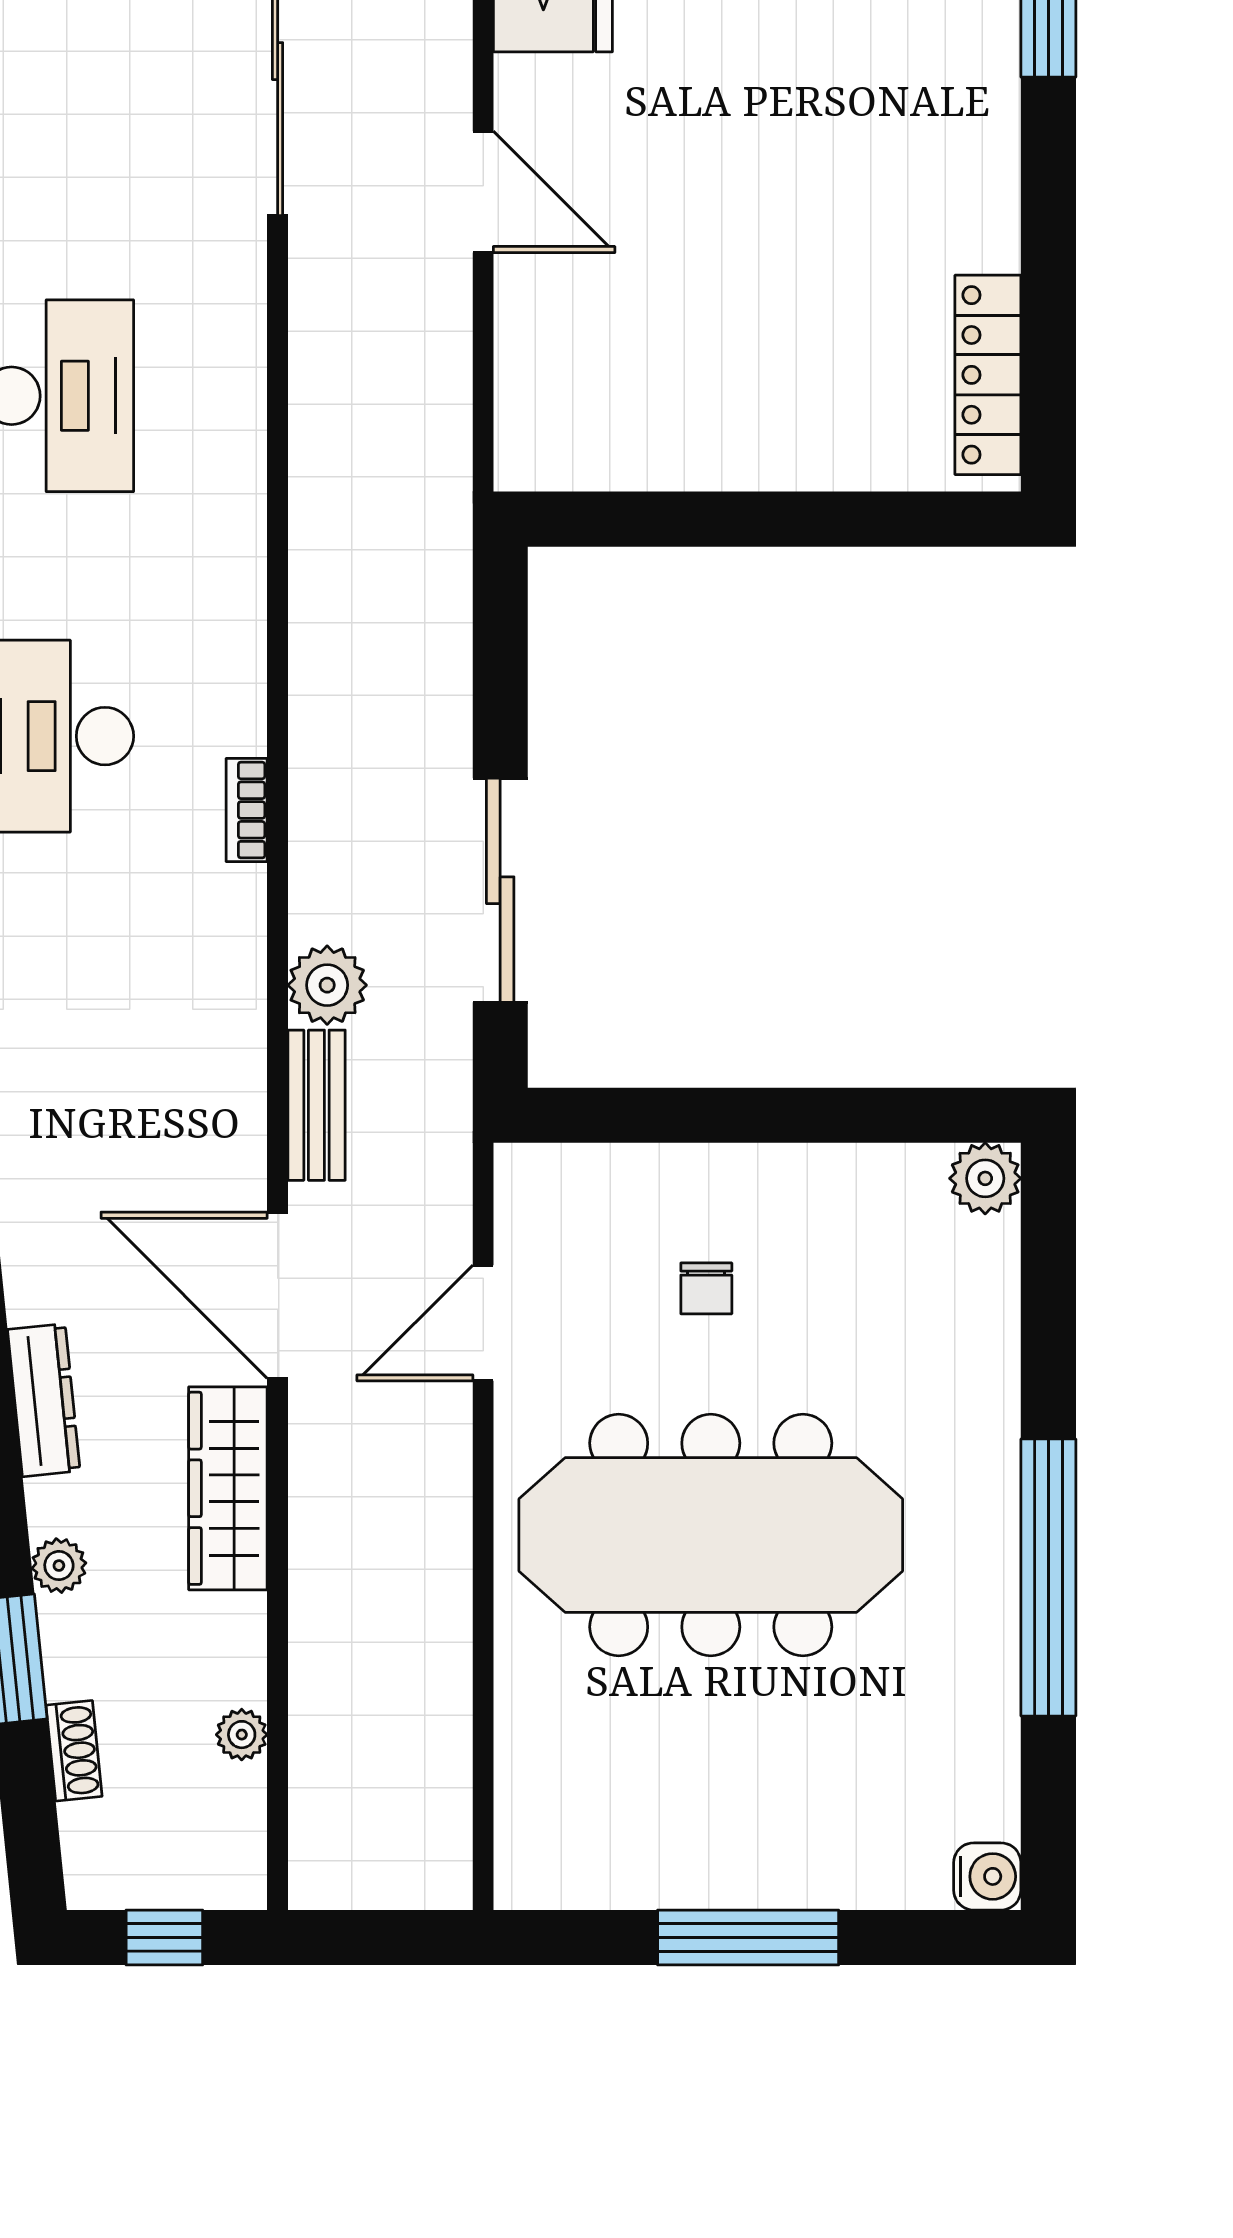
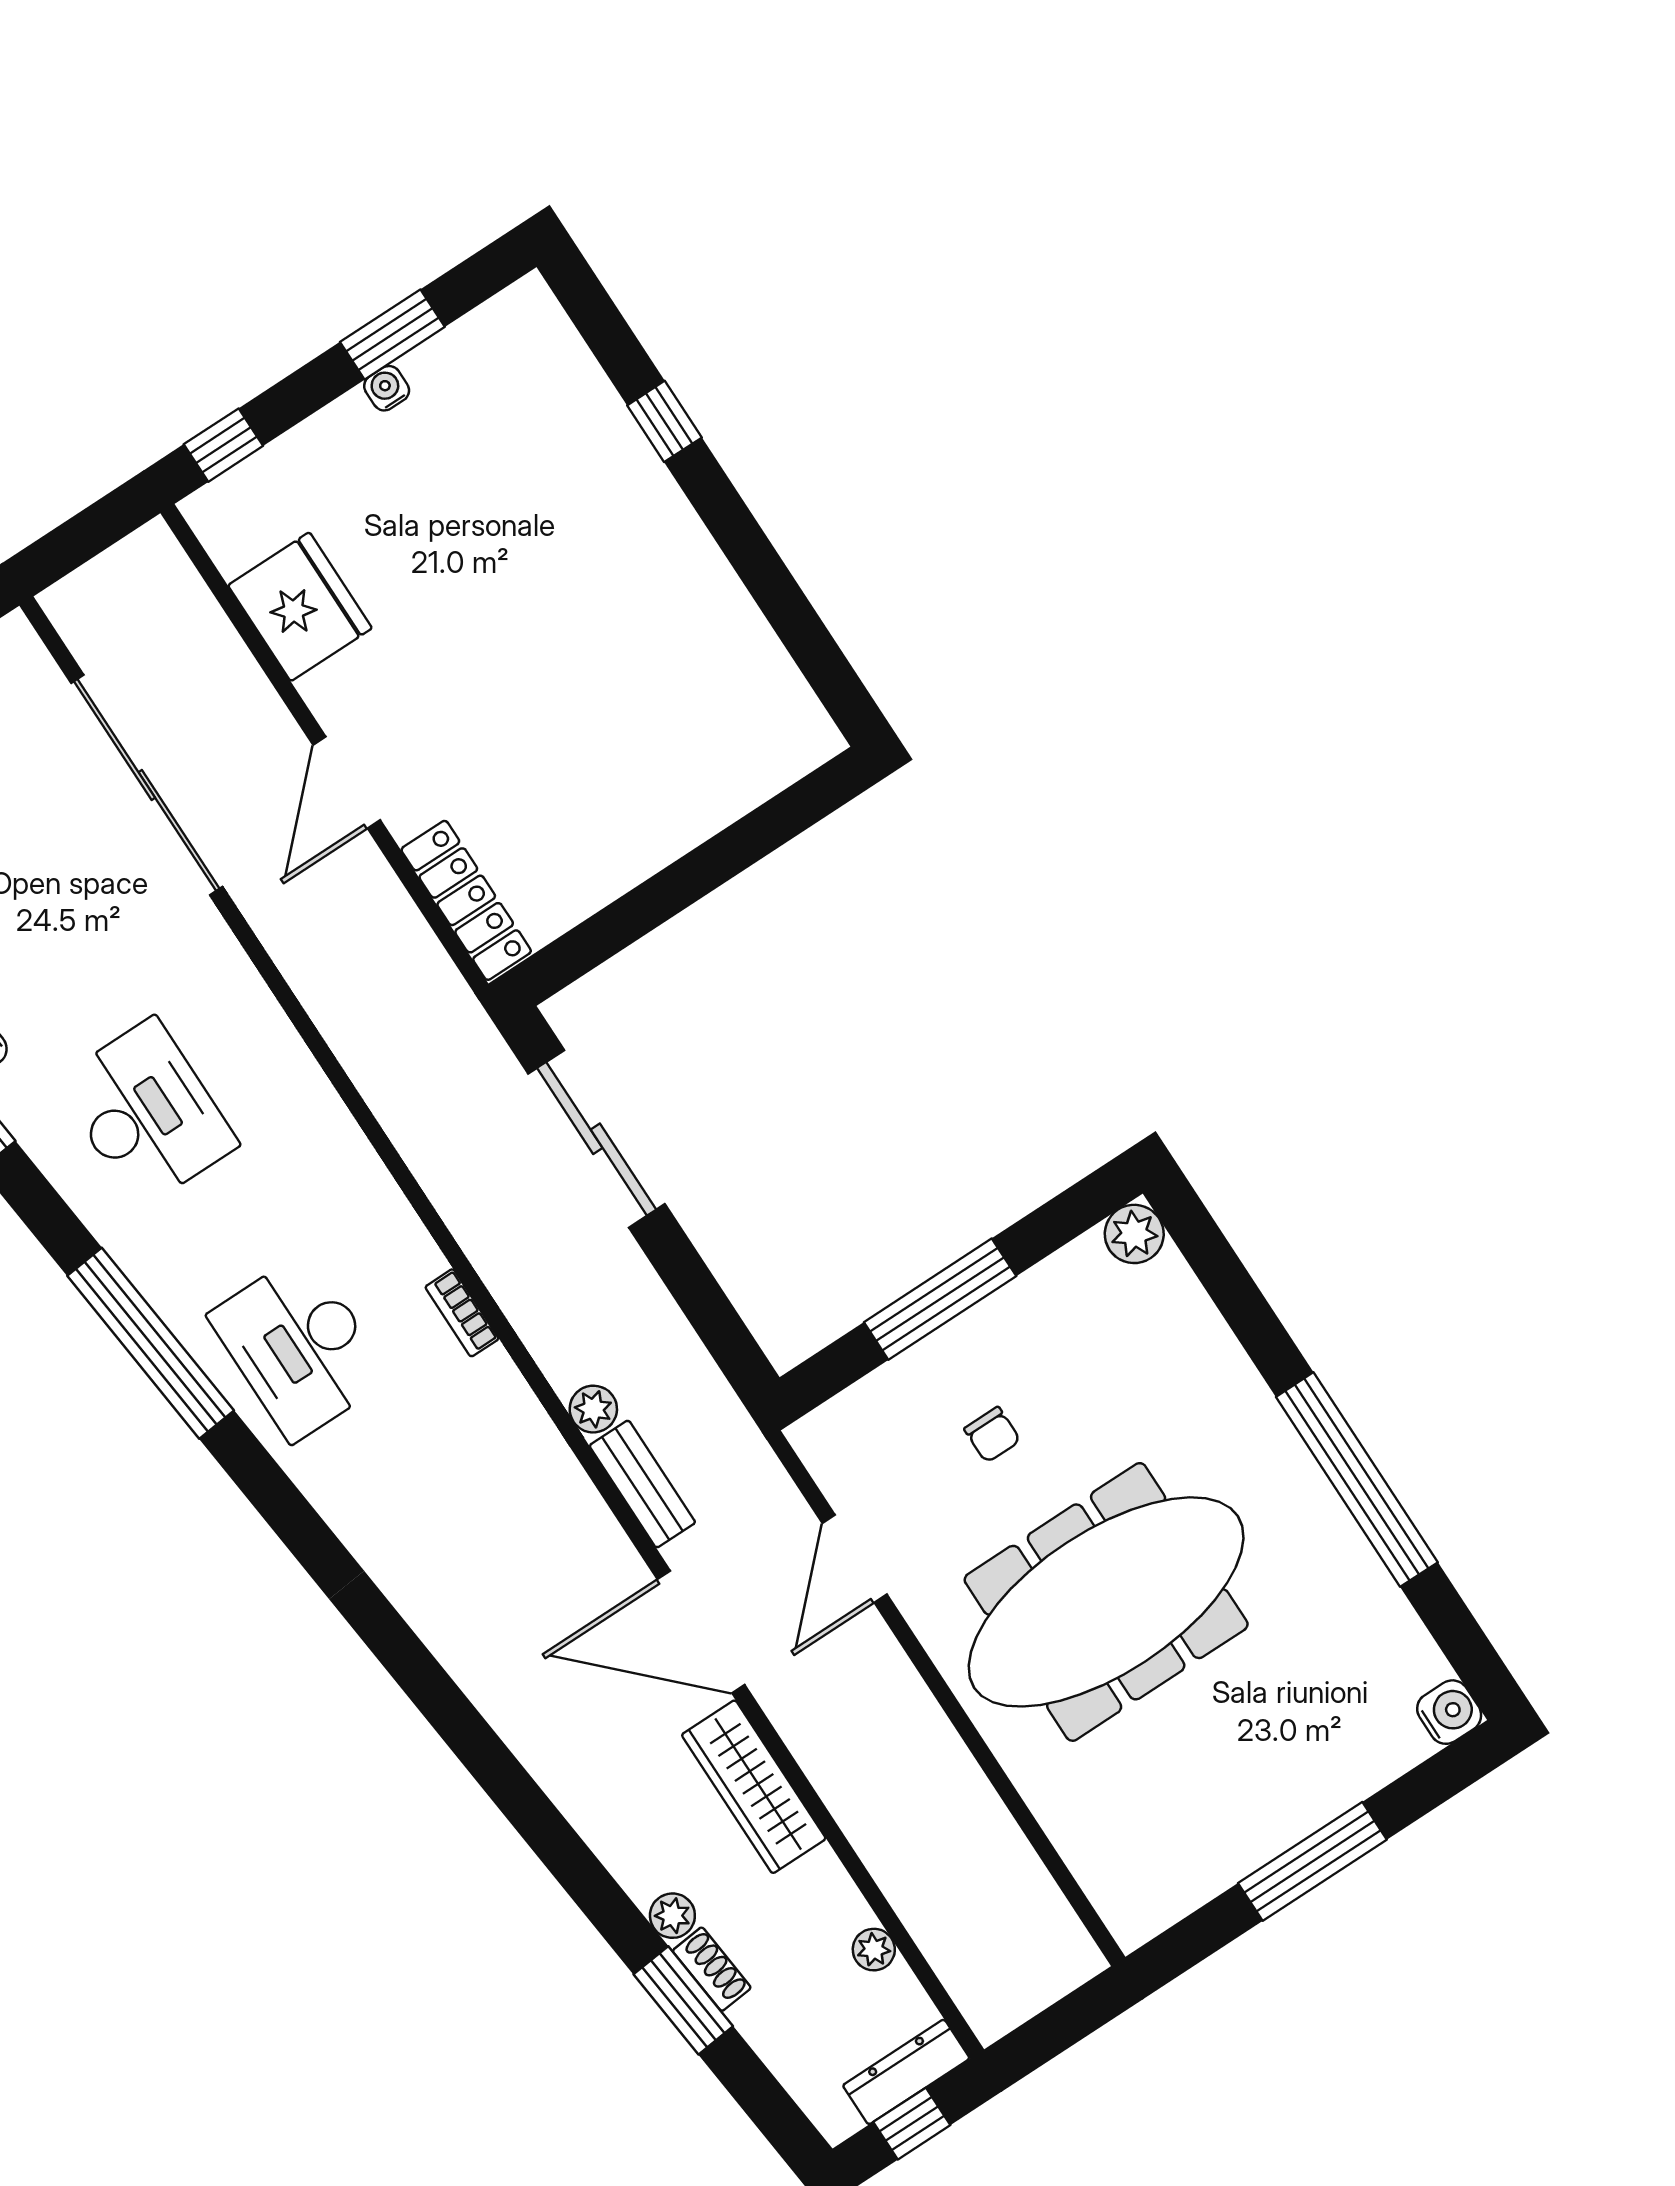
door: (483, 192) -> (347, 782), swing flipped
locker: (988, 375) -> (466, 900), moved, turned 180
sliding door: (500, 890) -> (597, 1139), moved
plant: (327, 985) -> (593, 1409), width x0.73, depth x0.73
window: (744, 1115) -> (940, 1299), added
dresser: (44, 1400) -> (906, 2072), moved, turned -84
shoe rack: (74, 1751) -> (712, 1969), moved

